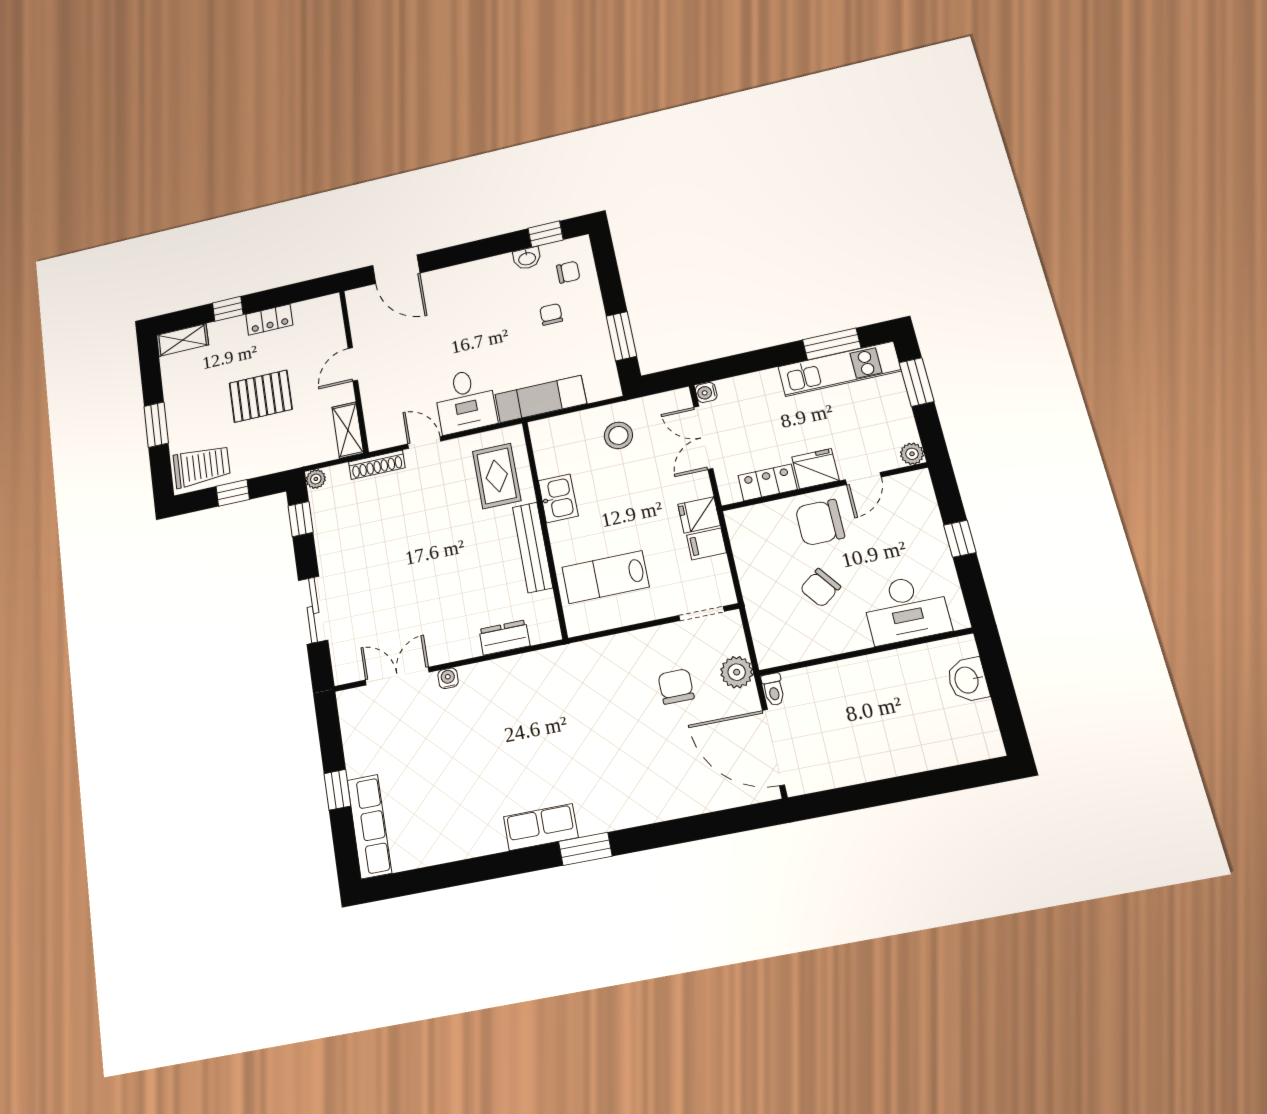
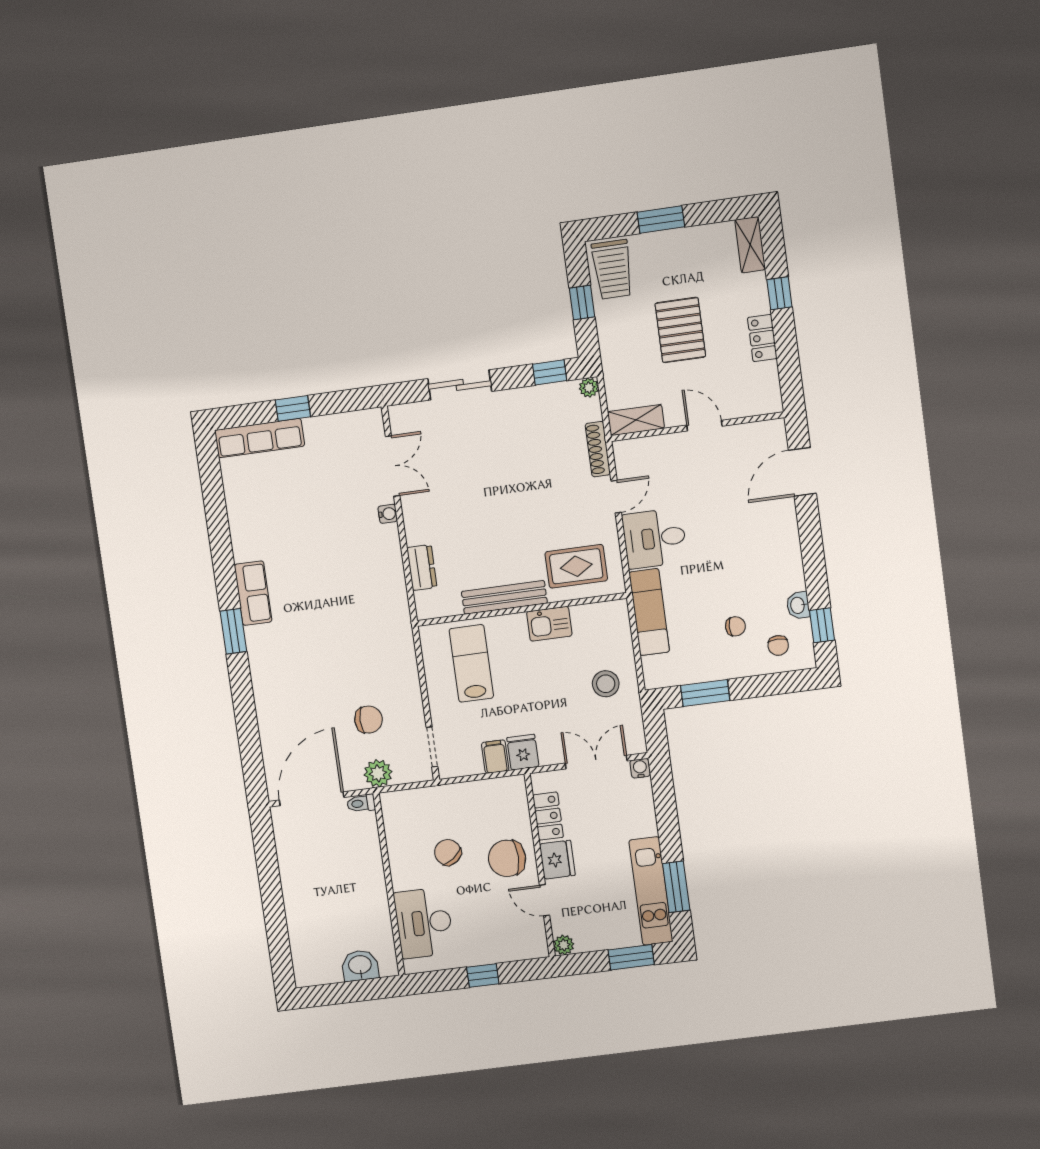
chair: (820, 522) -> (507, 858), turned -90

